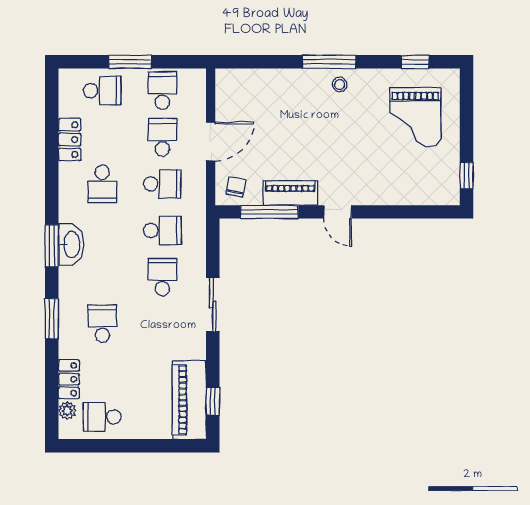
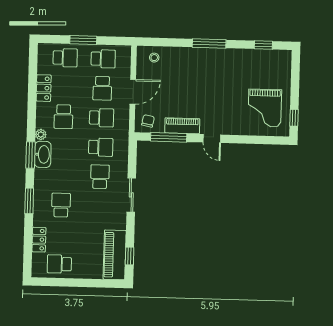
stool: (340, 85) -> (154, 58), moved
school desk: (162, 91) -> (103, 59), turned 90
grand piano: (415, 117) -> (265, 108), moved
school desk: (162, 137) -> (102, 88), turned 180
plant: (67, 410) -> (41, 135), moved

